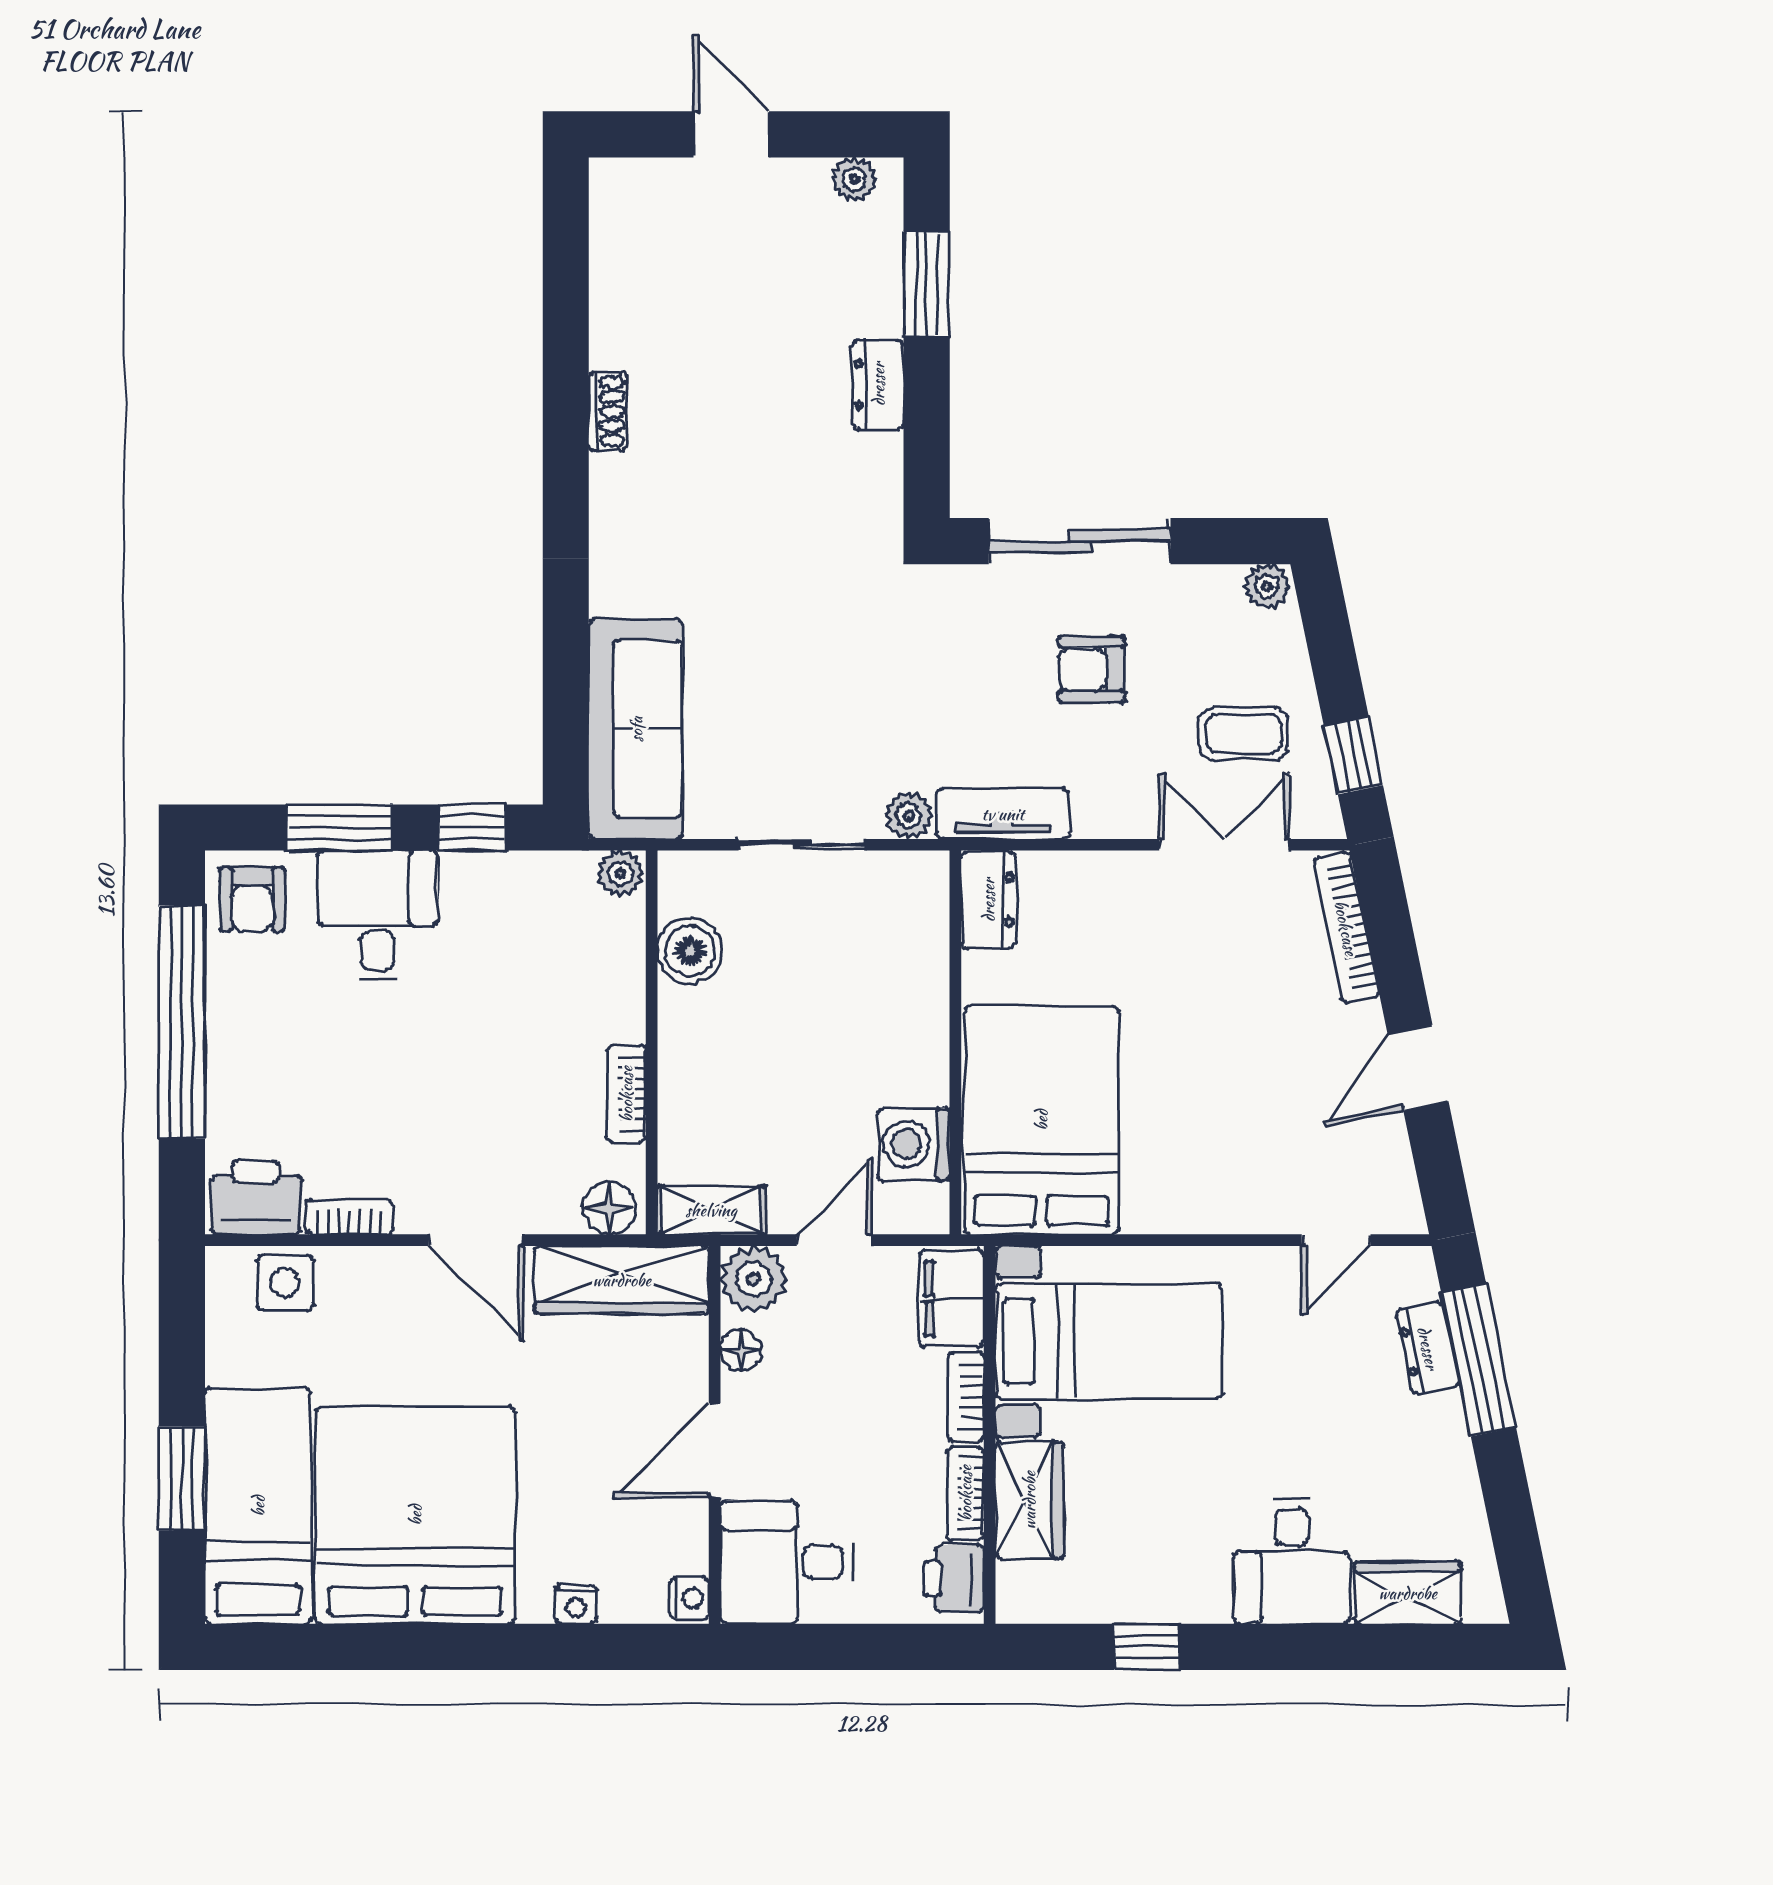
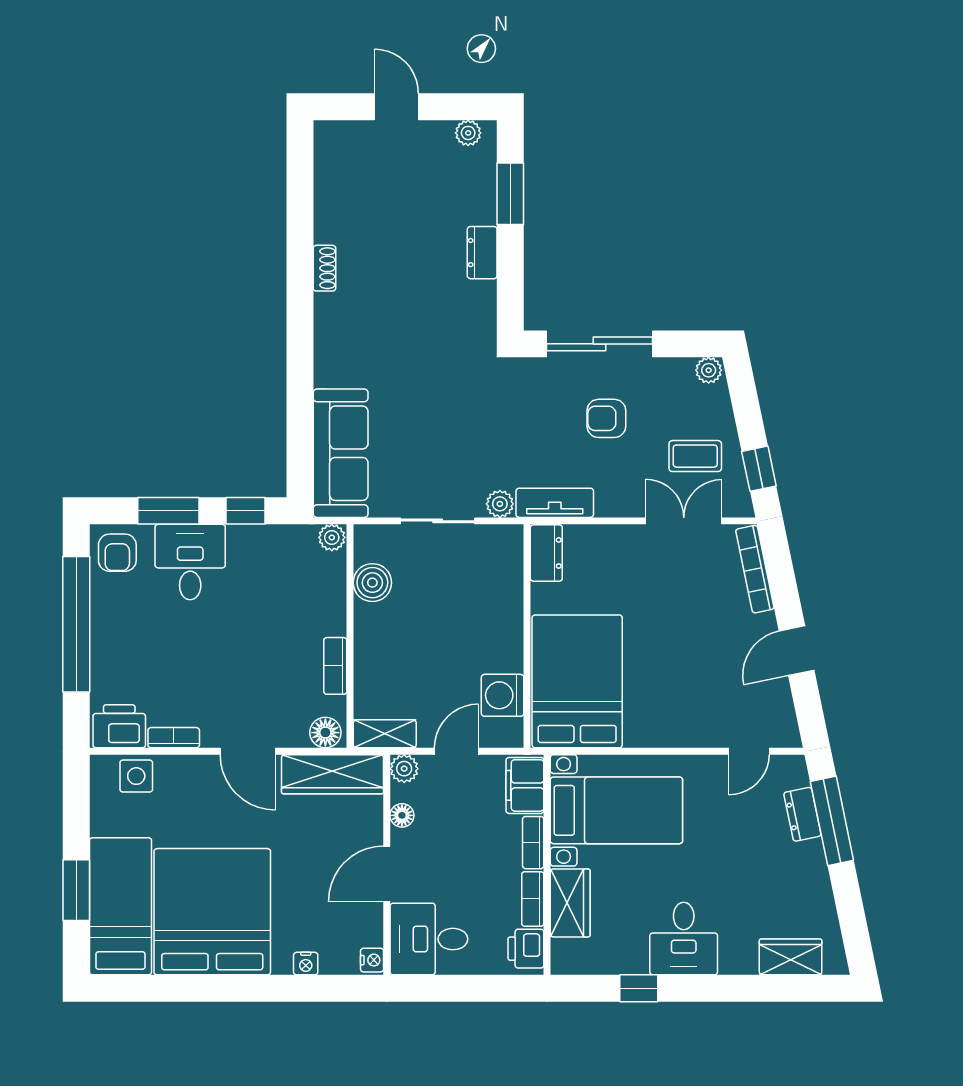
plant: (754, 1279) -> (404, 769), width x0.73, depth x0.73
desk: (1292, 1562) -> (684, 939), moved

